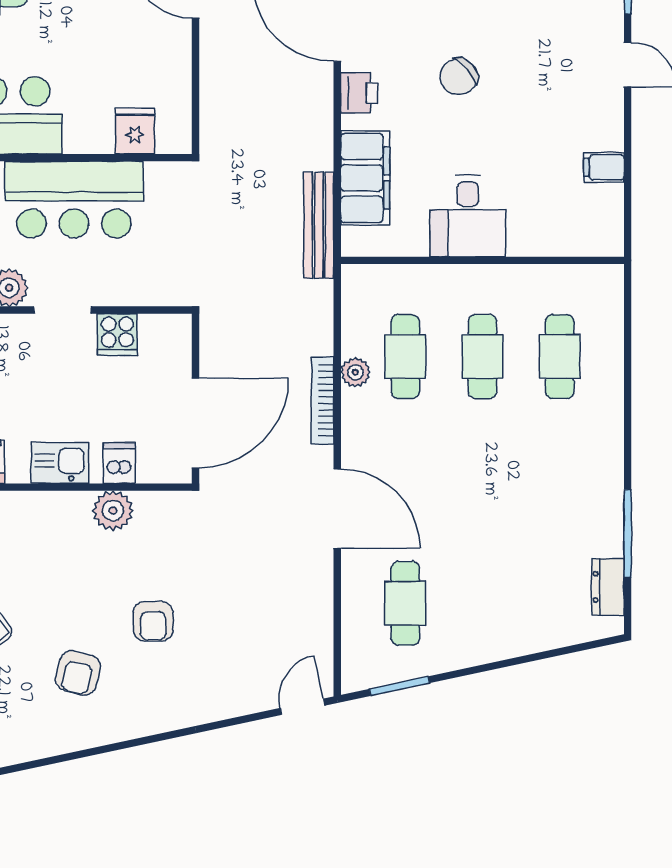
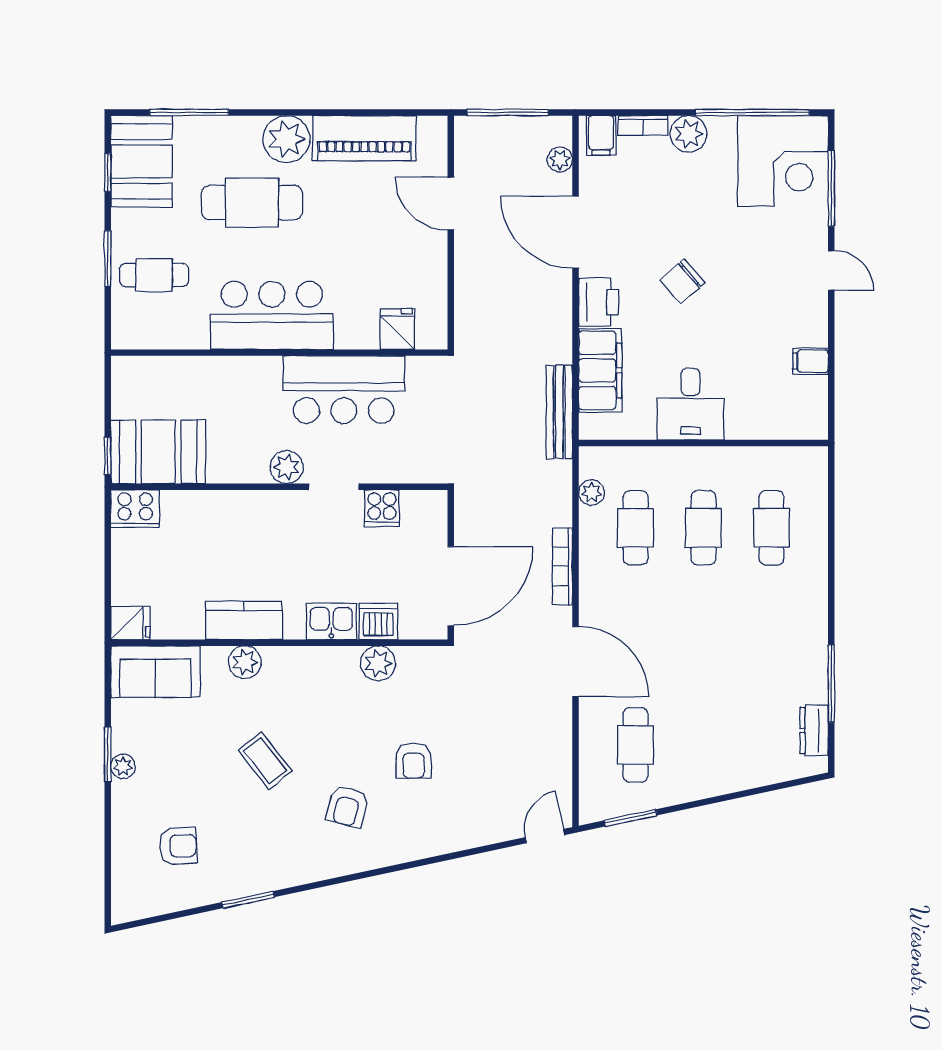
printer: (359, 93) -> (599, 302), width x1.36, depth x1.24
plant: (355, 372) -> (592, 492), moved
dishwasher: (119, 463) -> (378, 622), width x1.38

